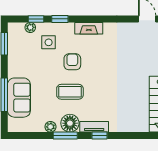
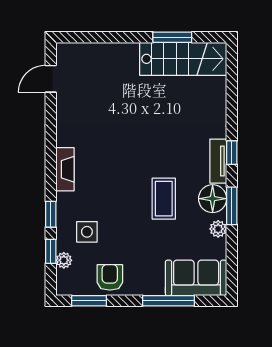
armchair: (72, 62) -> (110, 277), moved, turned 90
sofa: (19, 98) -> (196, 278), moved

